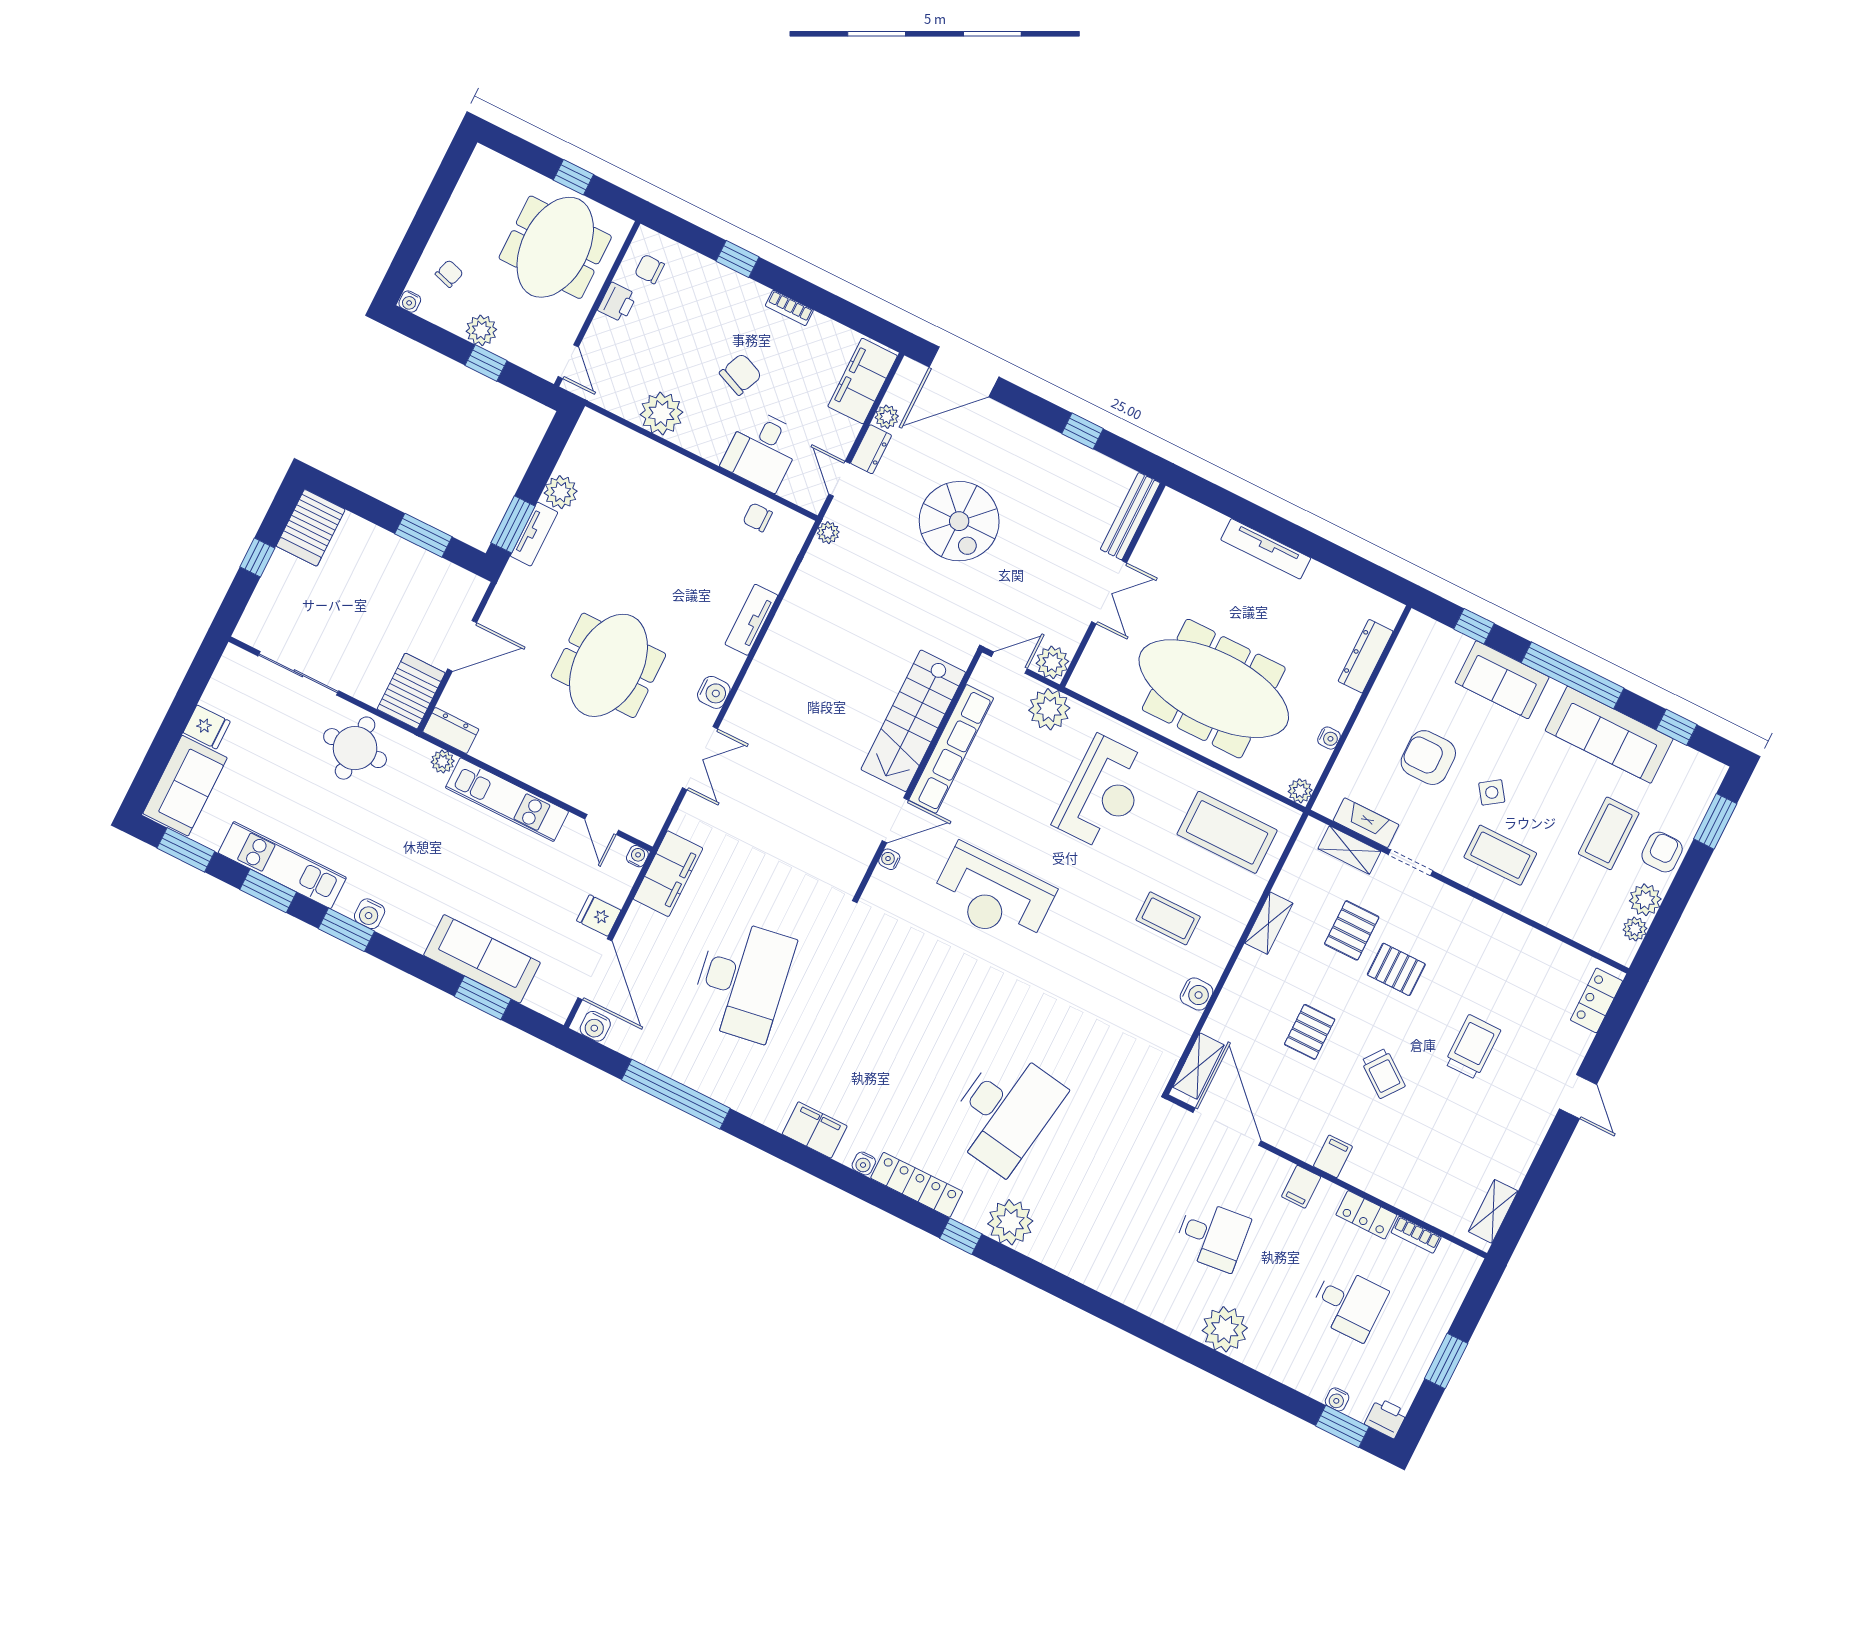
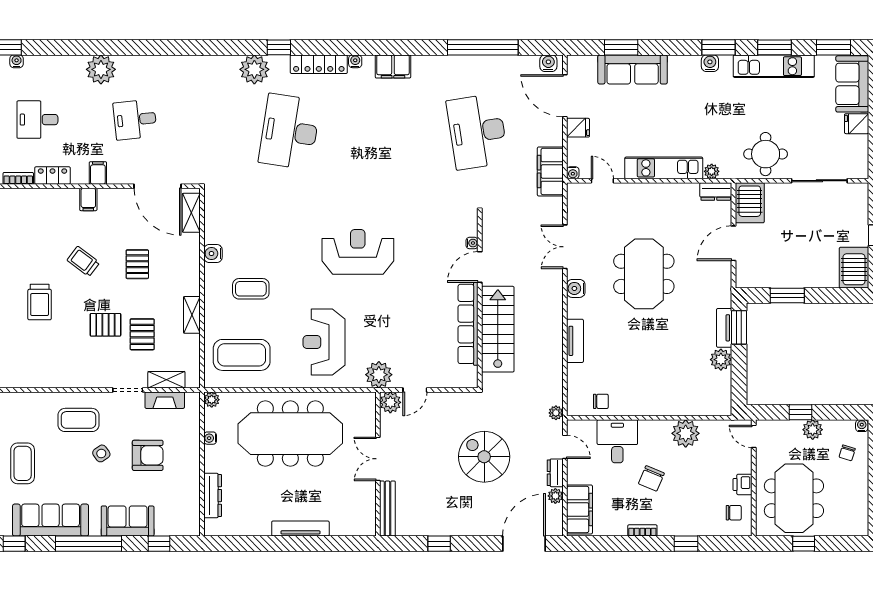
stairs: (913, 721) -> (498, 329), moved
row of seats: (951, 749) -> (468, 324), moved
wall: (918, 774) -> (480, 300), moved
door: (895, 820) -> (480, 267), moved
water cooler: (889, 859) -> (472, 243), moved

